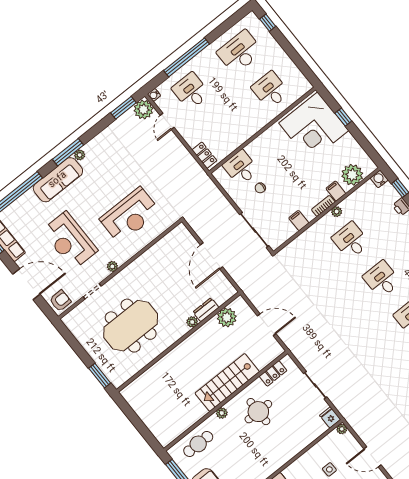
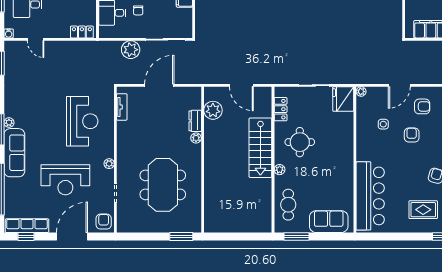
plant: (143, 110) -> (131, 50), moved
tv unit: (168, 239) -> (122, 107), added
door: (212, 256) -> (159, 85), swing flipped
door: (267, 325) -> (241, 85), swing flipped
fridge: (330, 417) -> (343, 99), width x1.88, depth x1.34

